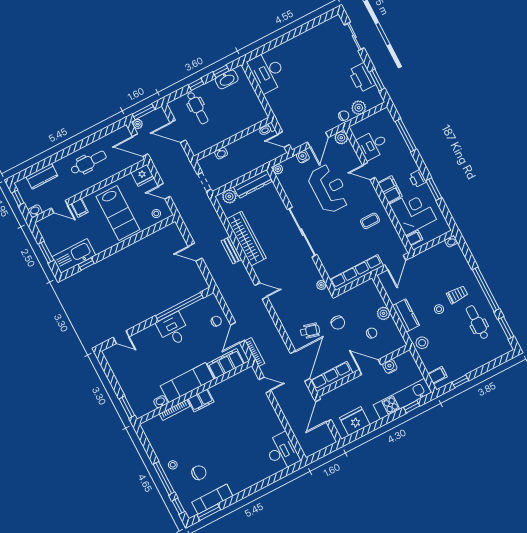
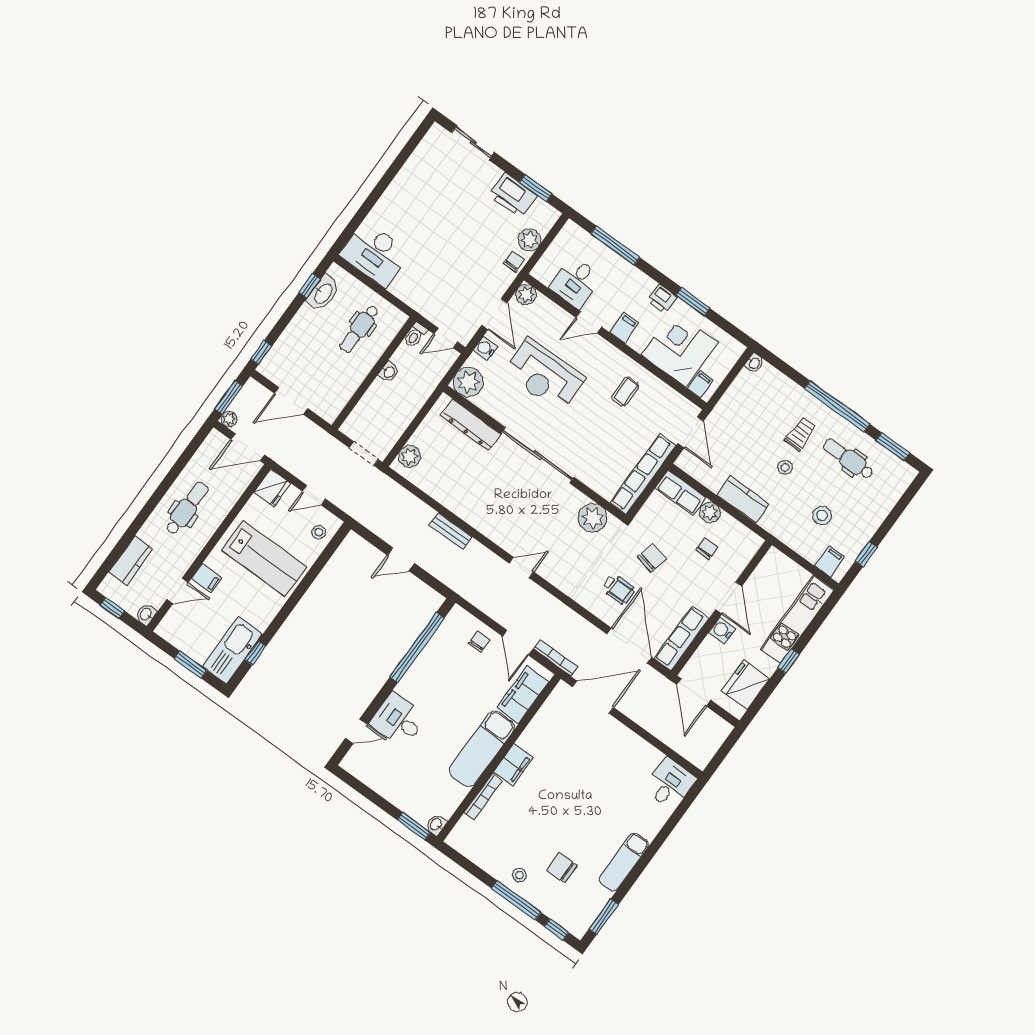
window: (196, 84) -> (261, 353), moved
dental chair: (197, 108) -> (359, 329), moved, turned 90
washbasin: (221, 153) -> (389, 372), moved
plant: (278, 169) -> (468, 382), width x1.87, depth x1.87
dresser: (253, 184) -> (471, 425), moved, turned 90
reception desk: (329, 189) -> (544, 375), turned 180
filing cabinet: (390, 190) -> (624, 328), width x0.50
wardrobe: (246, 239) -> (463, 504), removed
plant: (321, 285) -> (593, 518), width x1.87, depth x1.87
row of seats: (373, 294) -> (681, 493), added
chair: (338, 323) -> (652, 558), turned -78
desk: (173, 329) -> (398, 720), moved
wheelchair: (310, 331) -> (618, 589), turned 75
stool: (422, 343) -> (822, 515), moved
water cooler: (390, 366) -> (722, 630), moved
door: (370, 367) -> (729, 598), swing flipped
door: (265, 385) -> (593, 697), width x1.88
washbasin: (160, 402) -> (436, 825), moved
window: (412, 407) -> (789, 661), moved
desk: (282, 452) -> (670, 784), width x0.73
chair: (199, 473) -> (562, 868), turned -90
exam couch: (212, 499) -> (624, 862), moved

